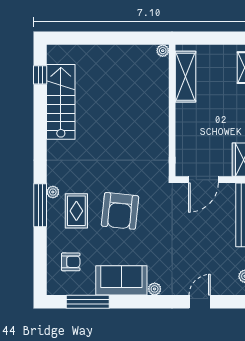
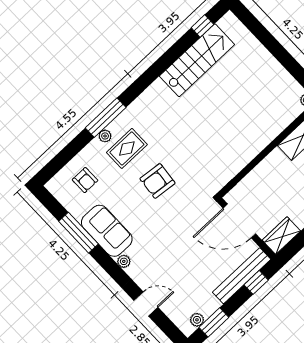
door: (203, 180) -> (239, 221), width x1.36
plant: (53, 192) -> (105, 136), moved
armchair: (120, 211) -> (157, 181), width x0.73, depth x0.73
window: (88, 302) -> (79, 233), moved

